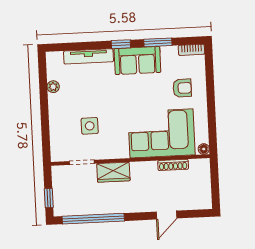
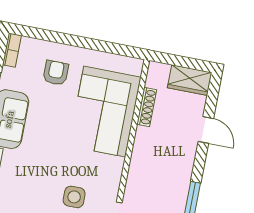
floor lamp: (204, 149) -> (137, 65), removed
wardrobe: (113, 172) -> (190, 80), moved, turned 90

